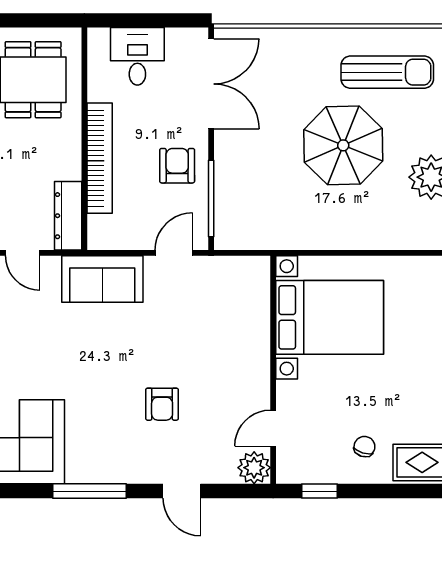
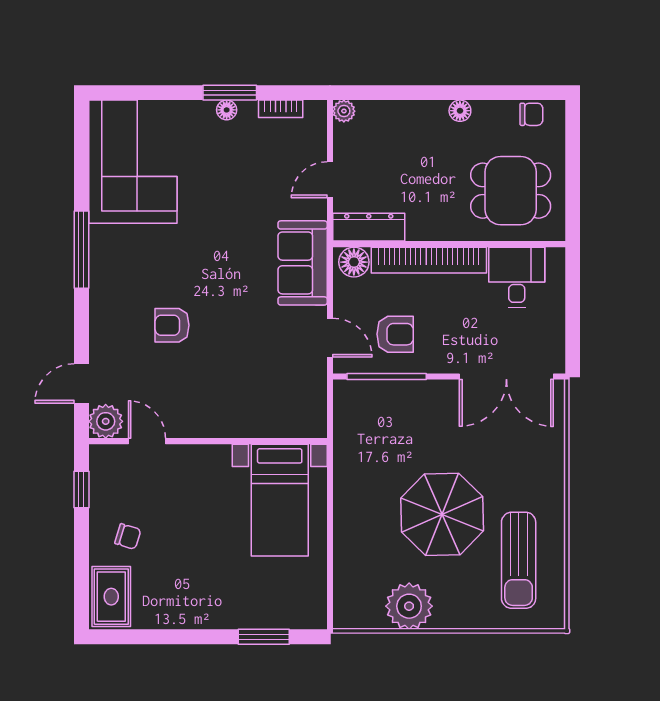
desk: (137, 56) -> (517, 277), moved, turned -90
armchair: (177, 166) -> (395, 334), moved
floor lamp: (101, 230) -> (354, 262), added
bed with nightstands: (330, 317) -> (280, 500), width x0.73
door: (182, 491) -> (81, 383), moved

